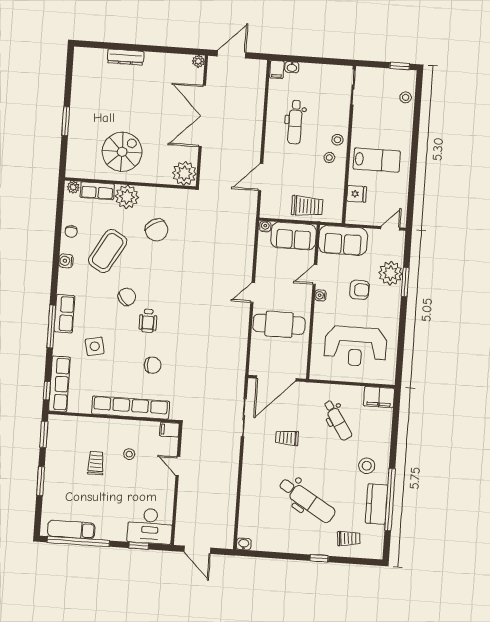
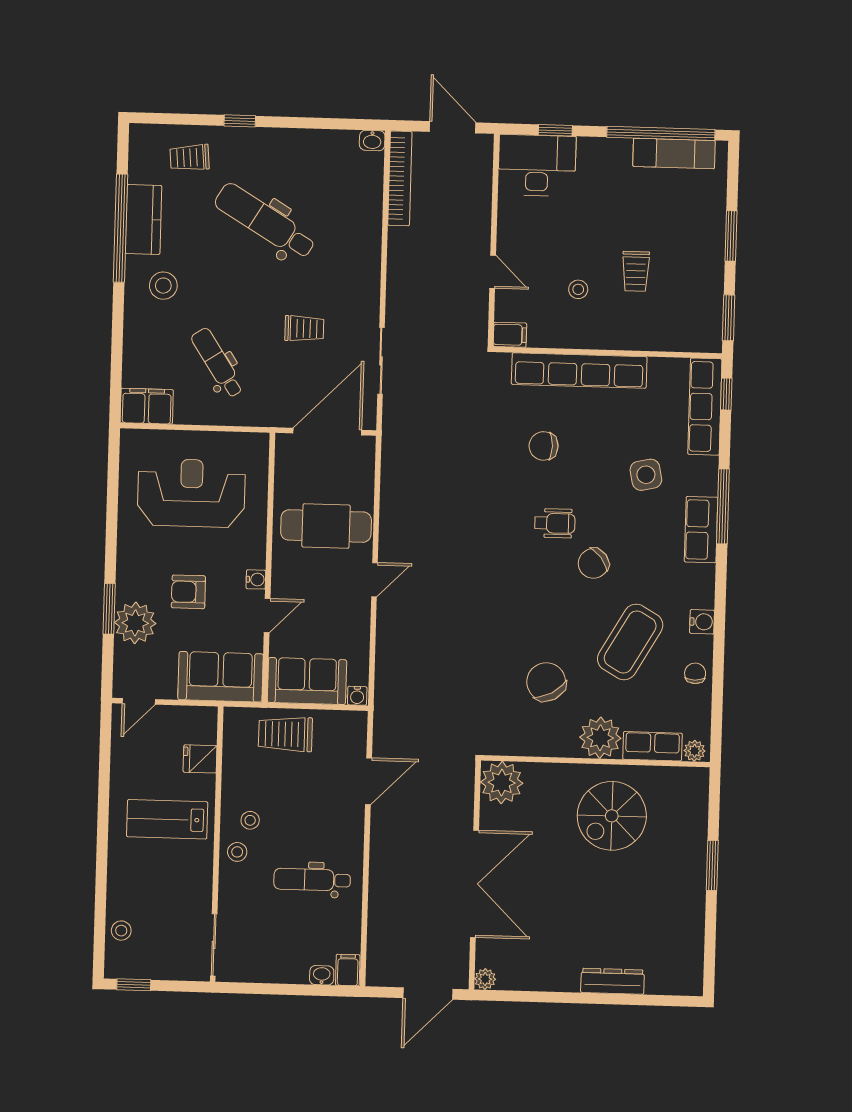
dental chair: (295, 122) -> (312, 880), turned -90
wheelchair: (148, 321) -> (555, 523), turned 90
bookcase: (229, 522) -> (400, 178), added

